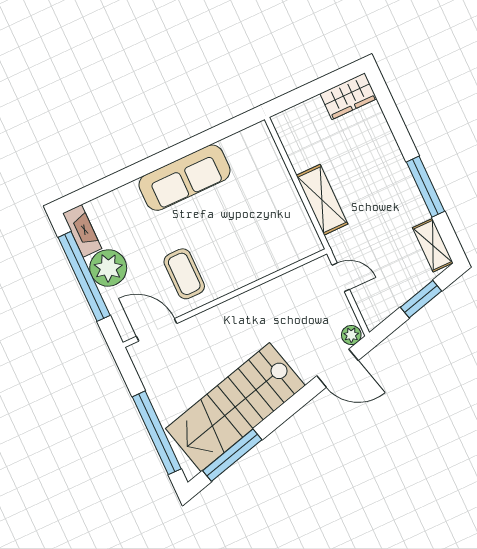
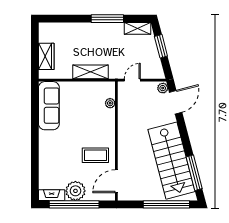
wardrobe: (348, 96) -> (46, 56), moved
sofa: (185, 178) -> (49, 106), moved
plant: (284, 258) -> (110, 103), added

